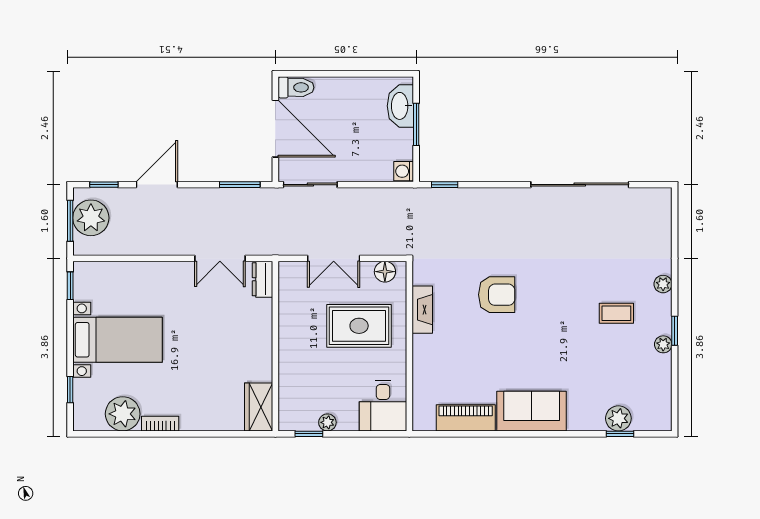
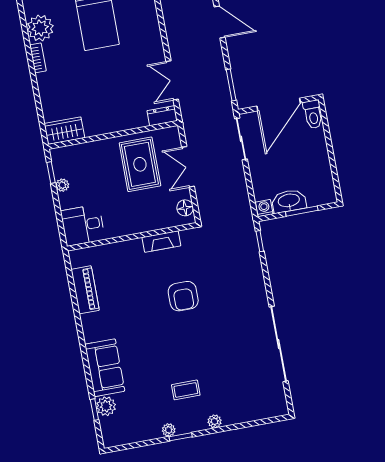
washbasin: (400, 106) -> (289, 201), moved
coffee table: (616, 313) -> (186, 390), turned 90
rug: (359, 326) -> (140, 164), moved
sofa: (532, 411) -> (105, 368), moved

